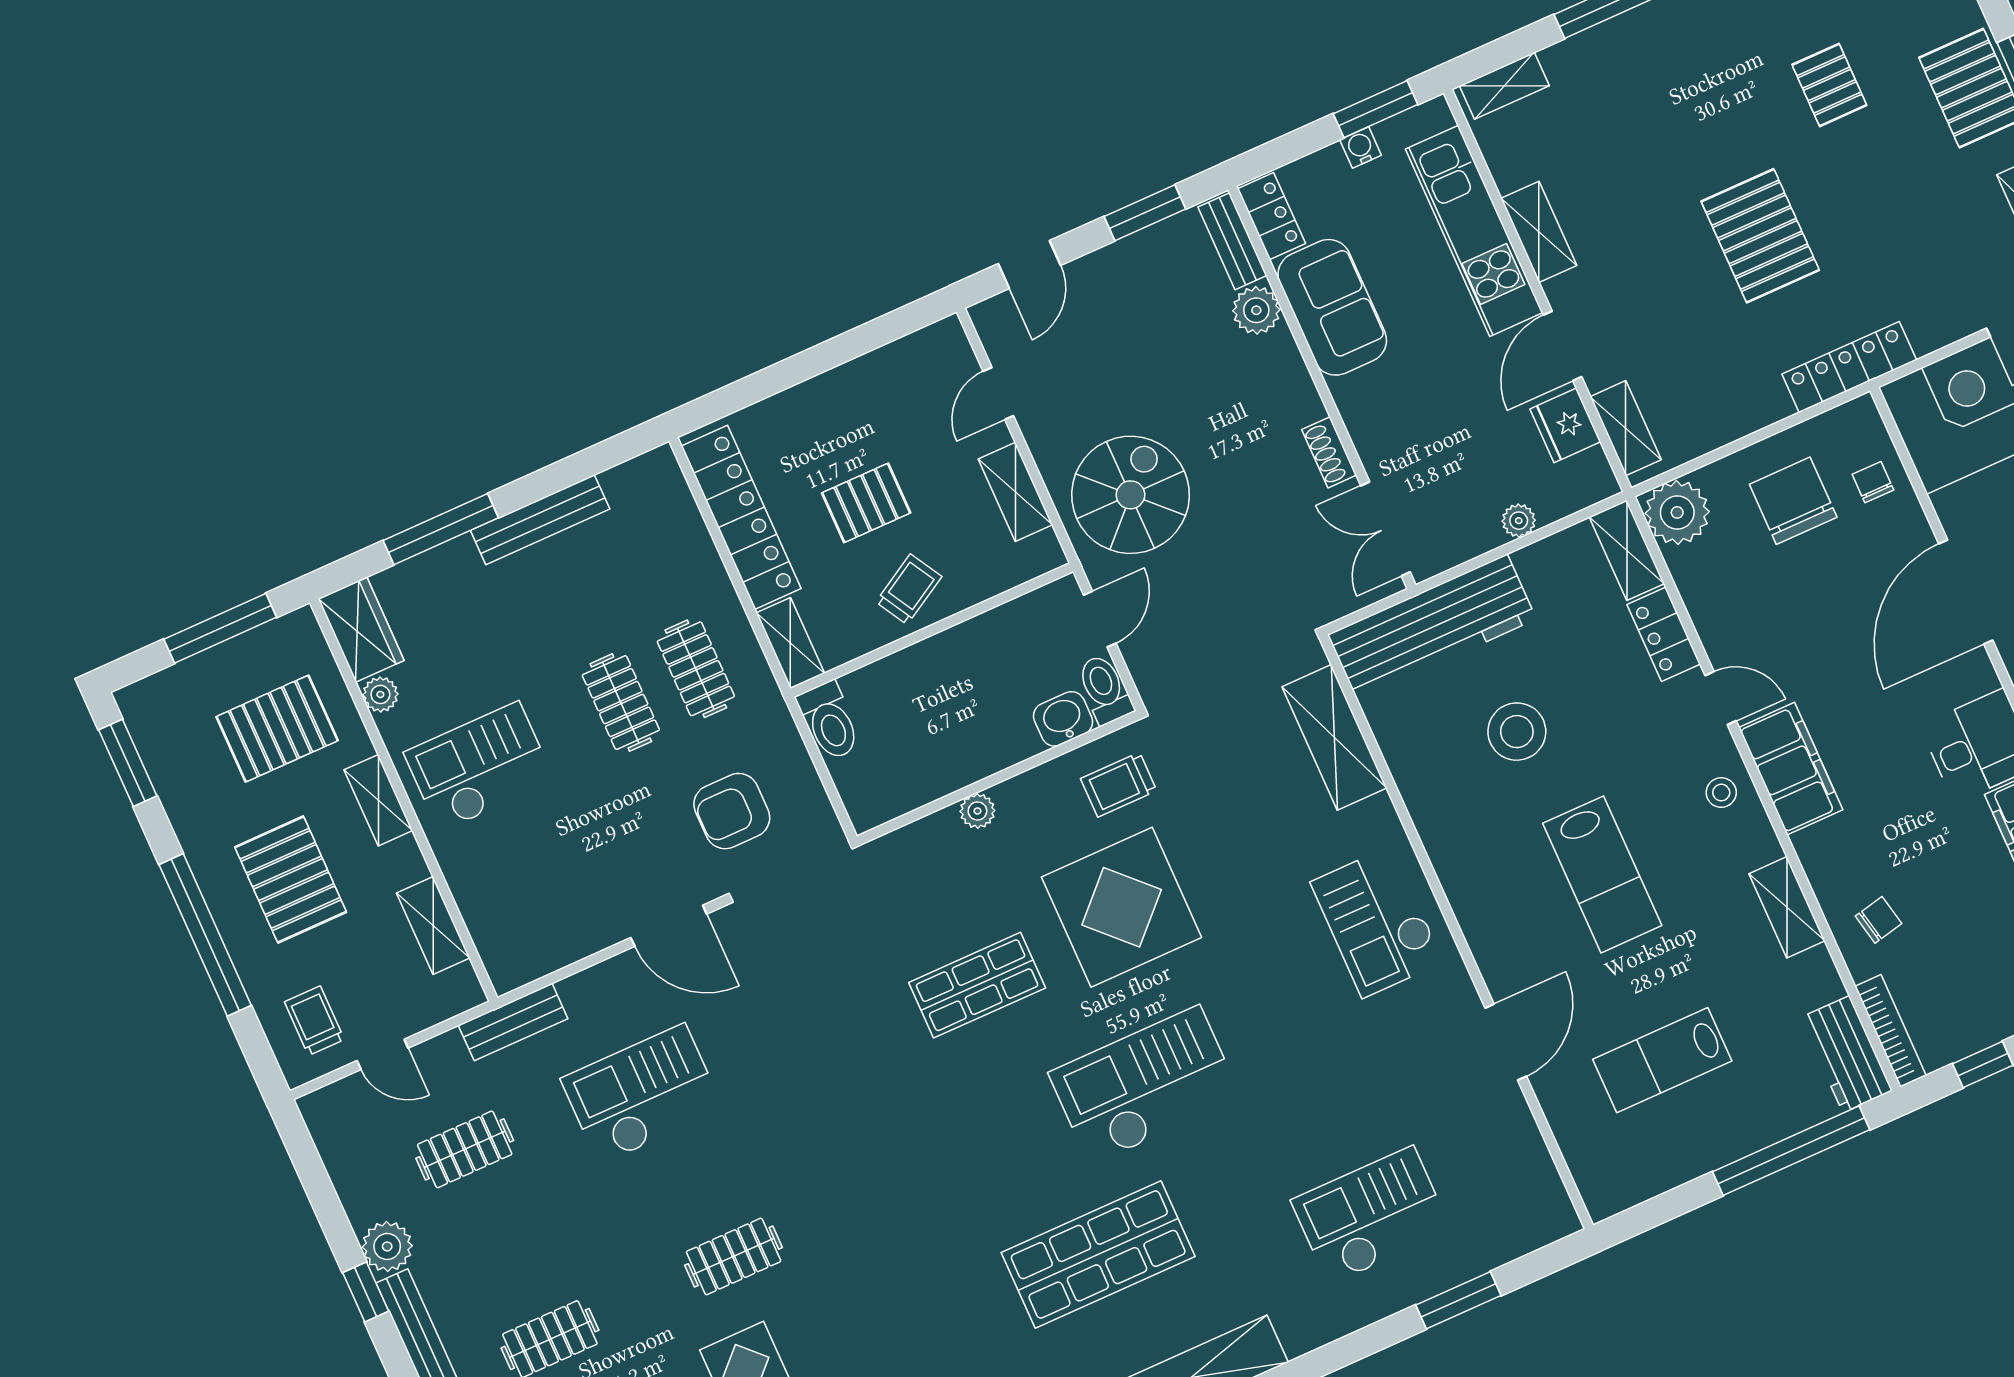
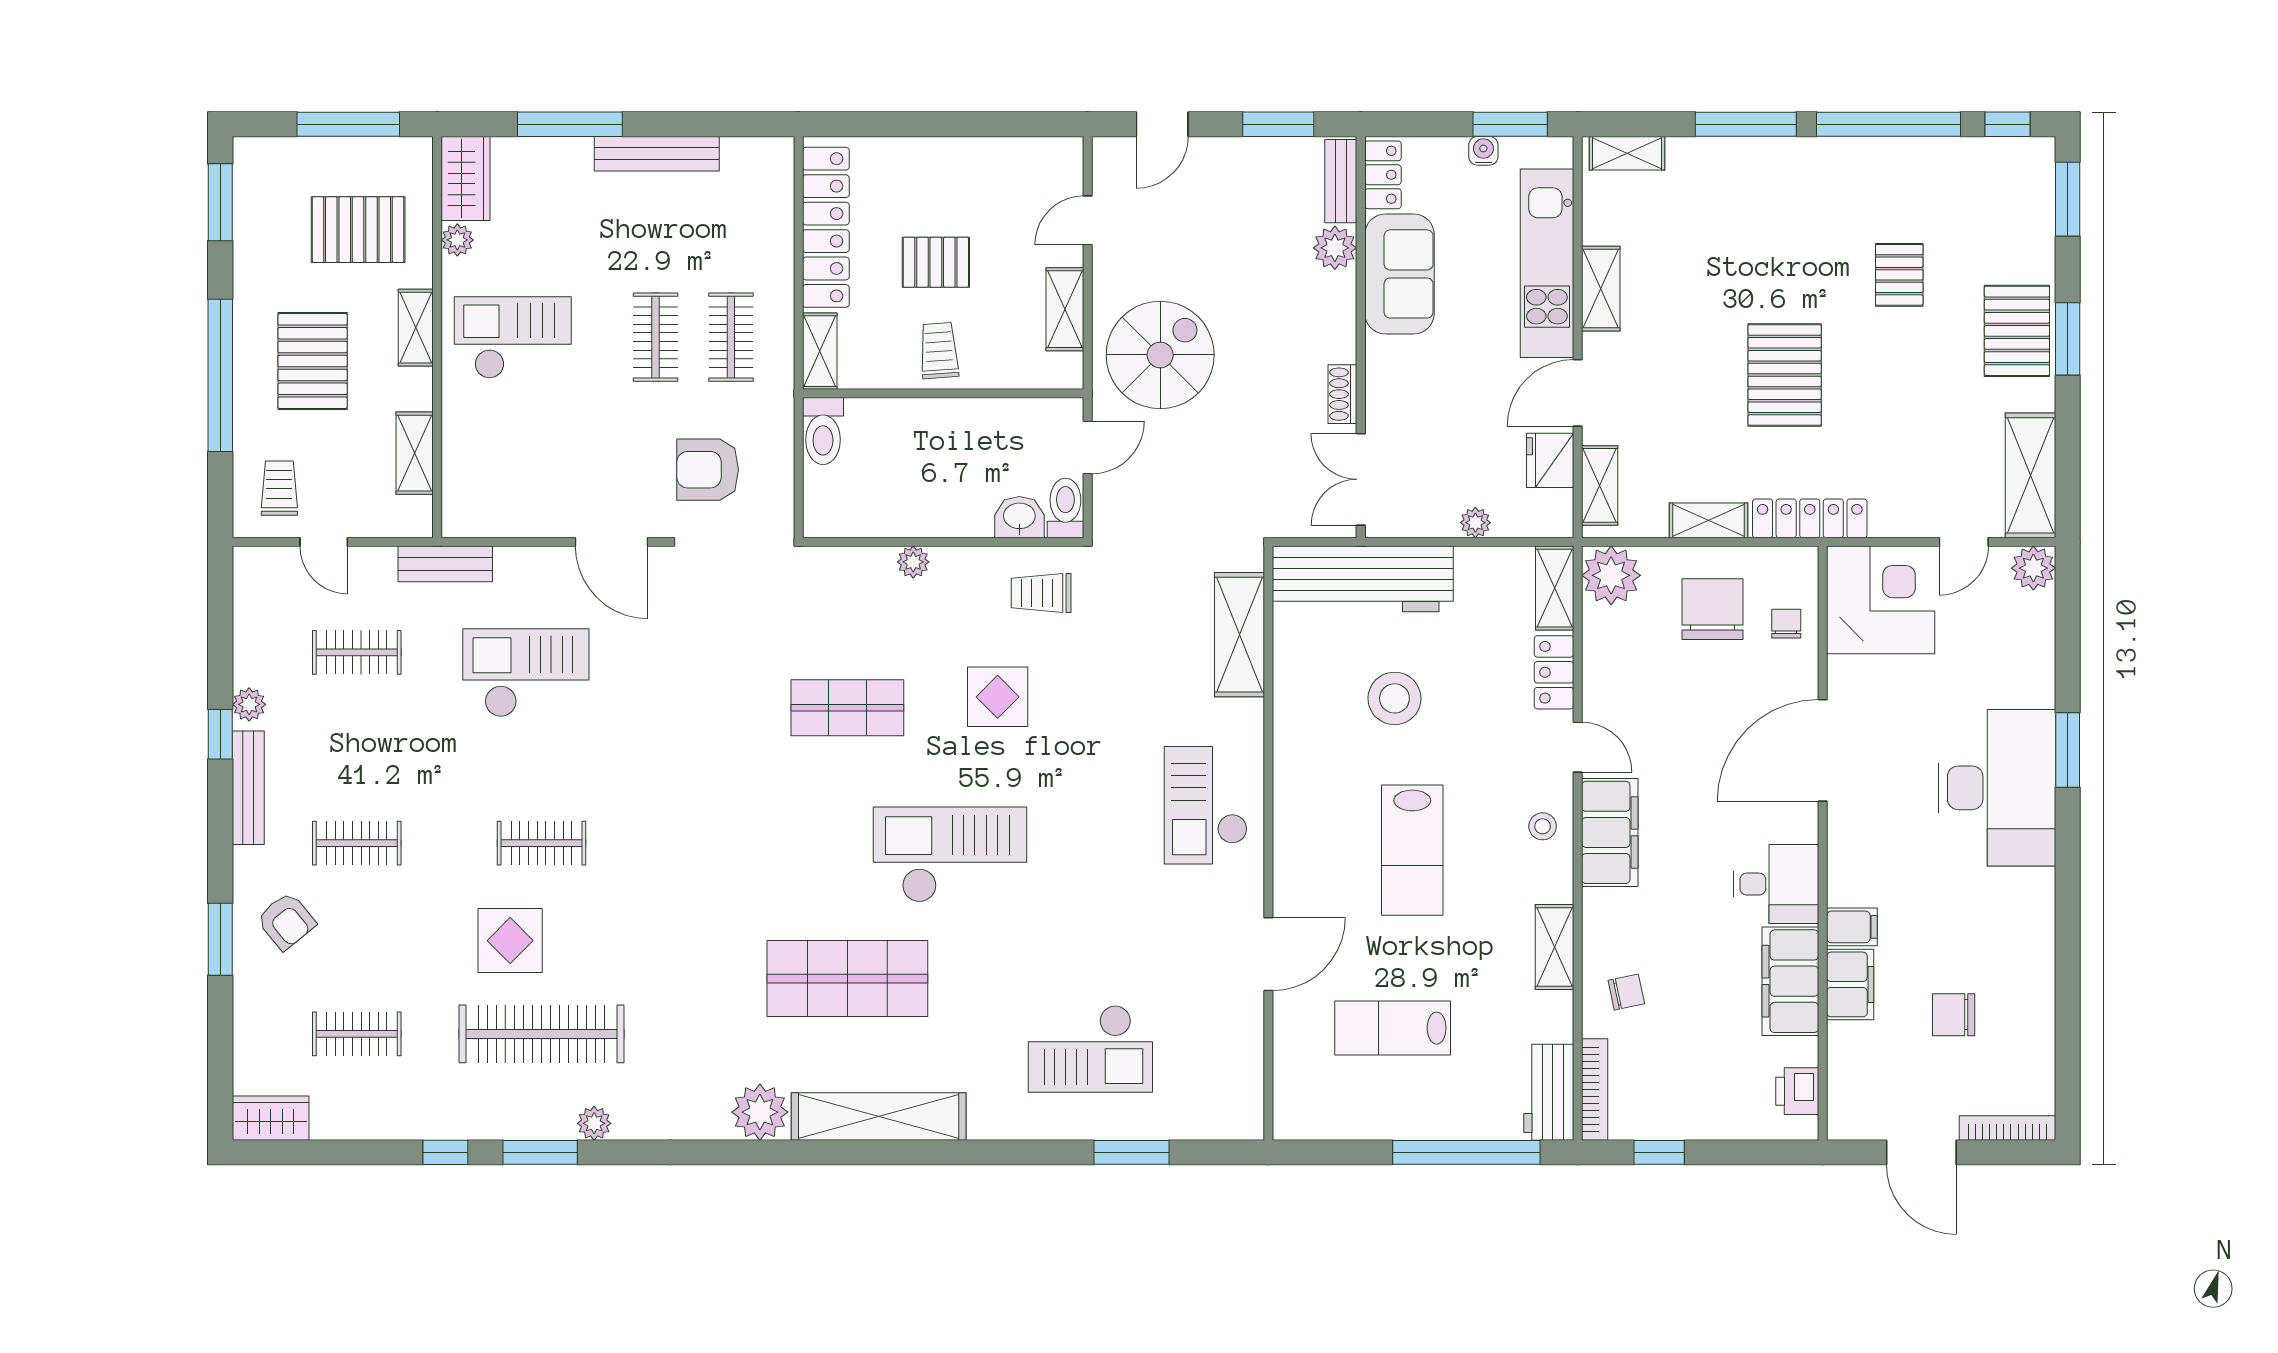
shelving: (1749, 414) -> (1708, 520), added
trolley: (909, 589) -> (939, 351), turned -64
display table: (1122, 907) -> (998, 697), width x0.54, depth x0.54
checkout: (1371, 1216) -> (1090, 1049), turned 180
plant: (387, 1246) -> (249, 704), width x0.73, depth x0.73

